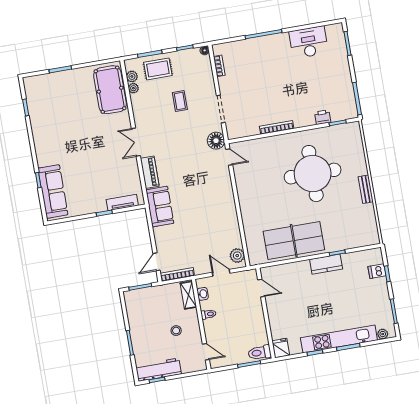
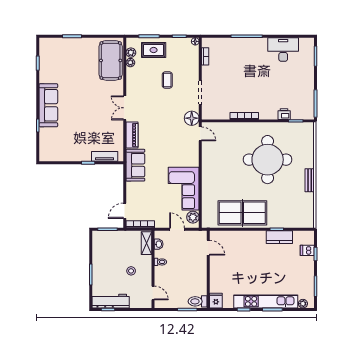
sofa: (53, 191) -> (48, 105), moved
corner sofa: (221, 224) -> (184, 189), added
kitchen counter: (326, 264) -> (279, 237), moved

